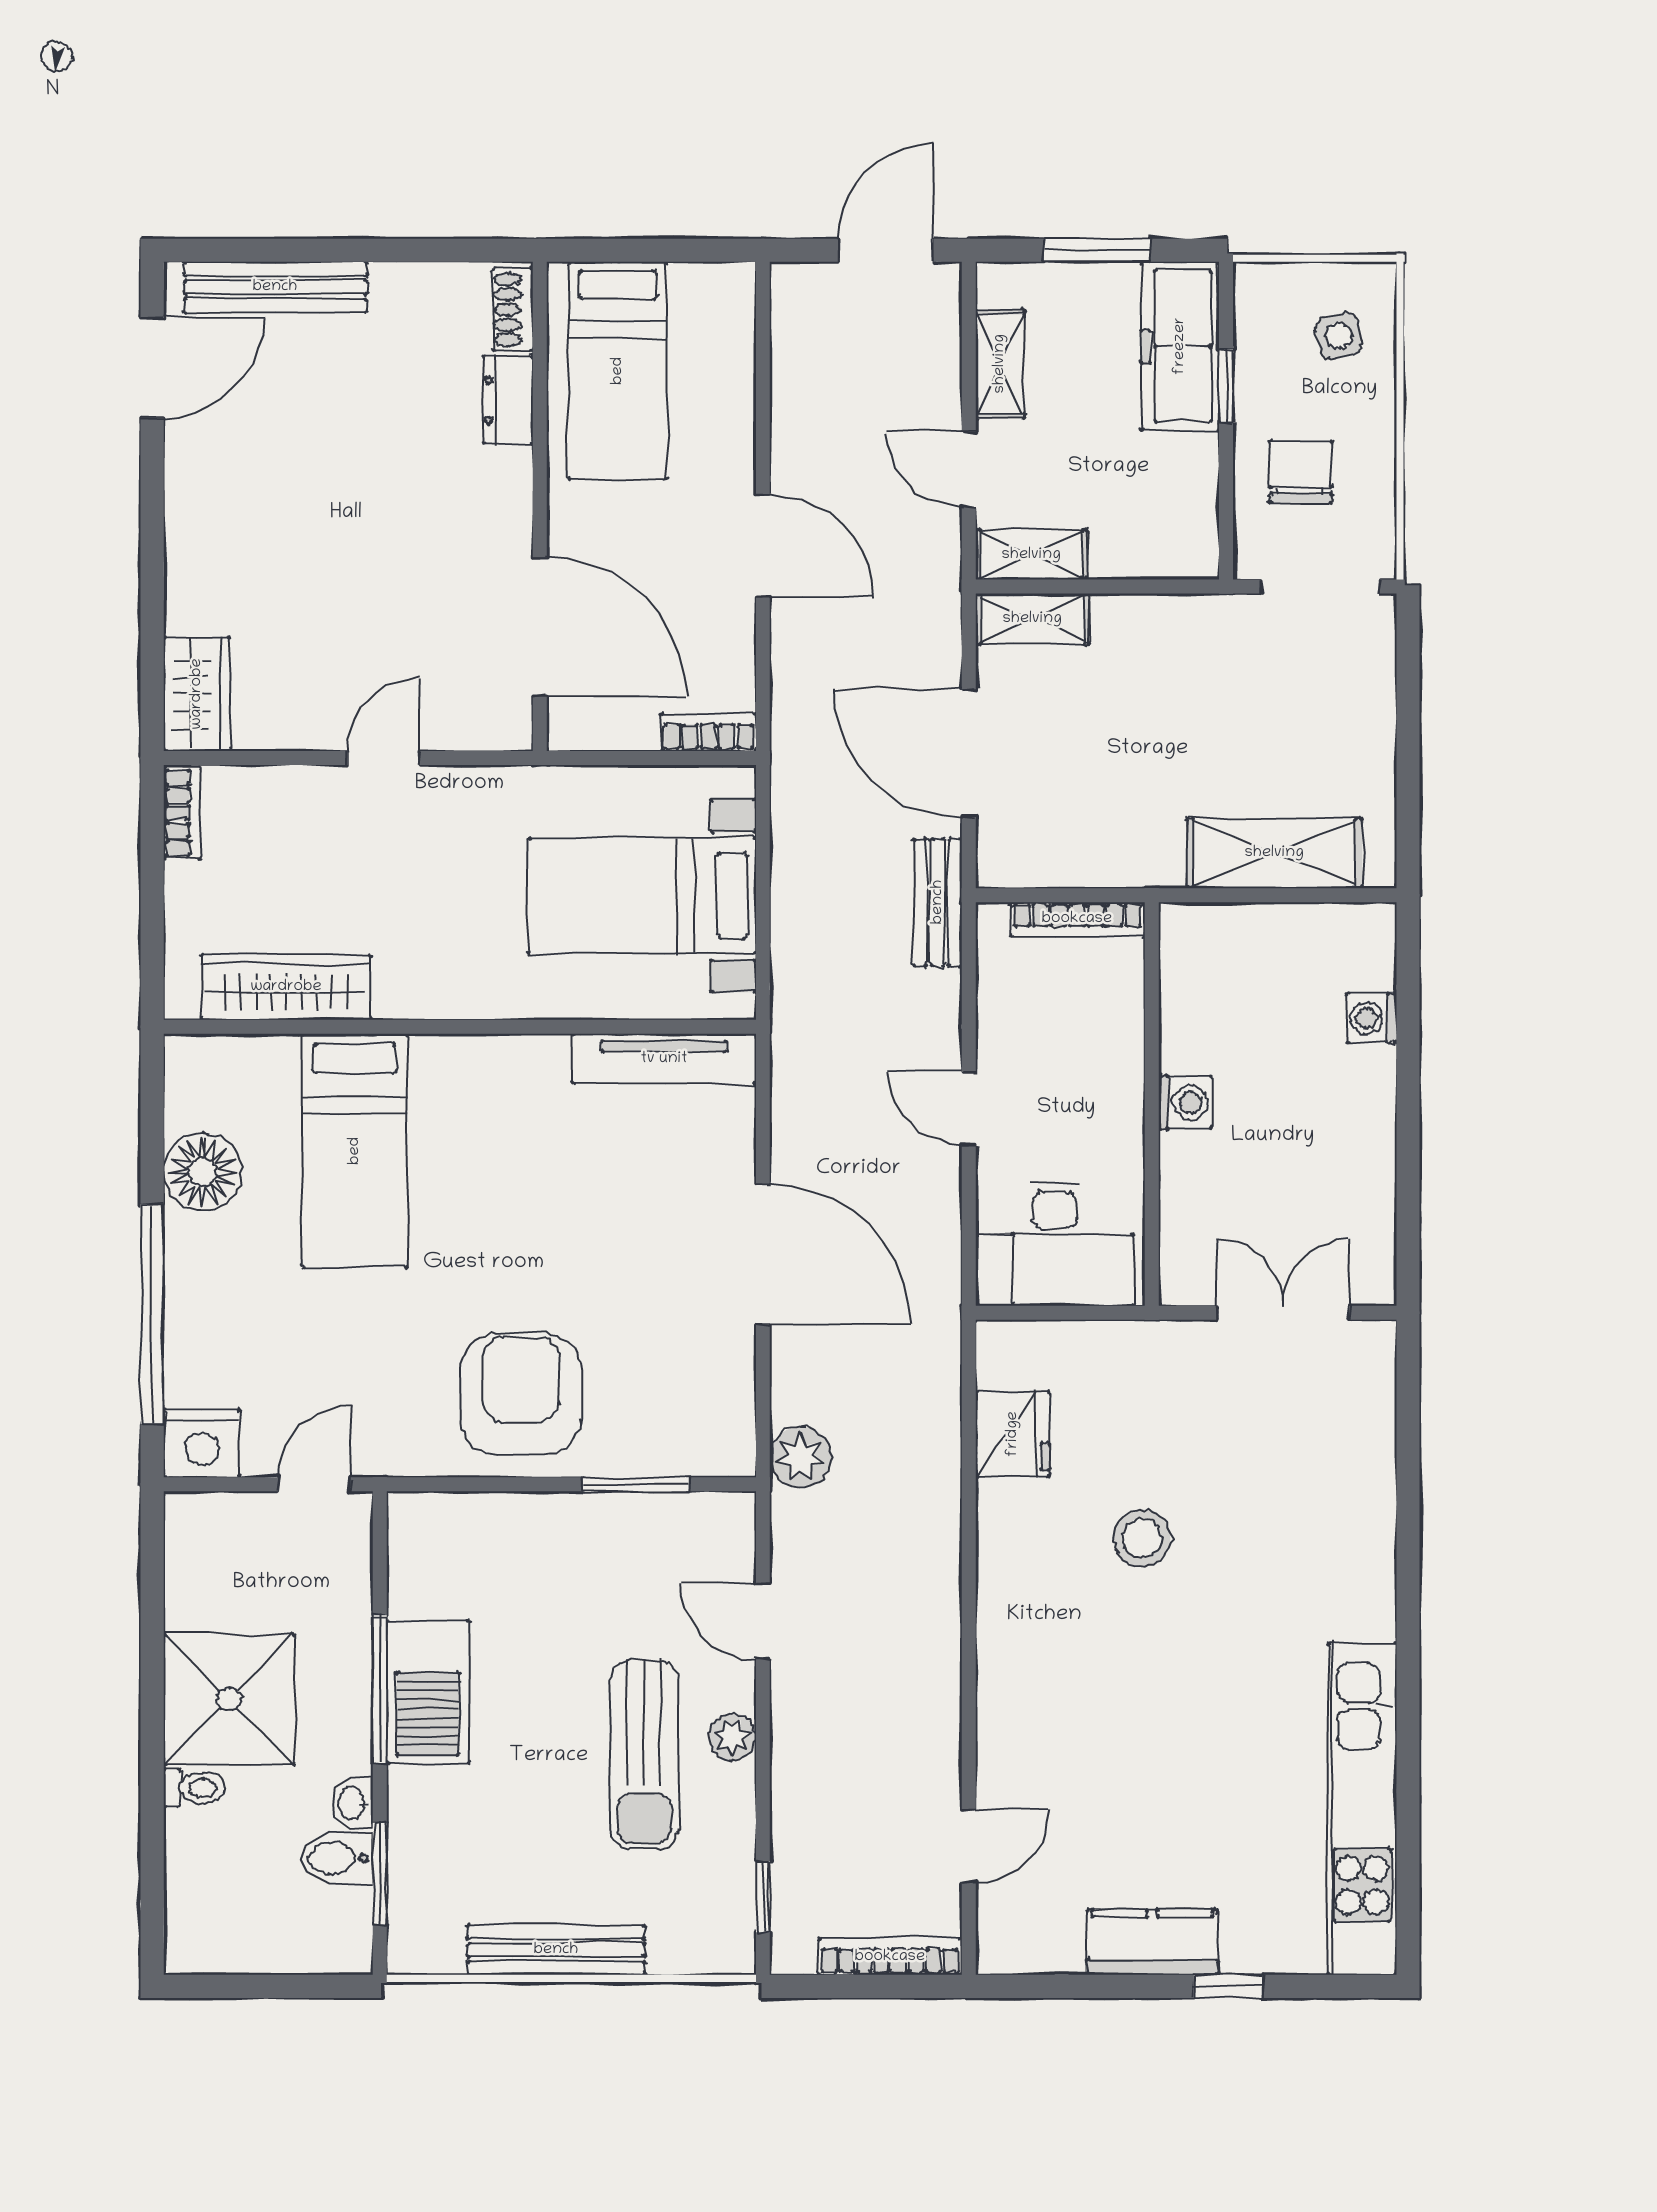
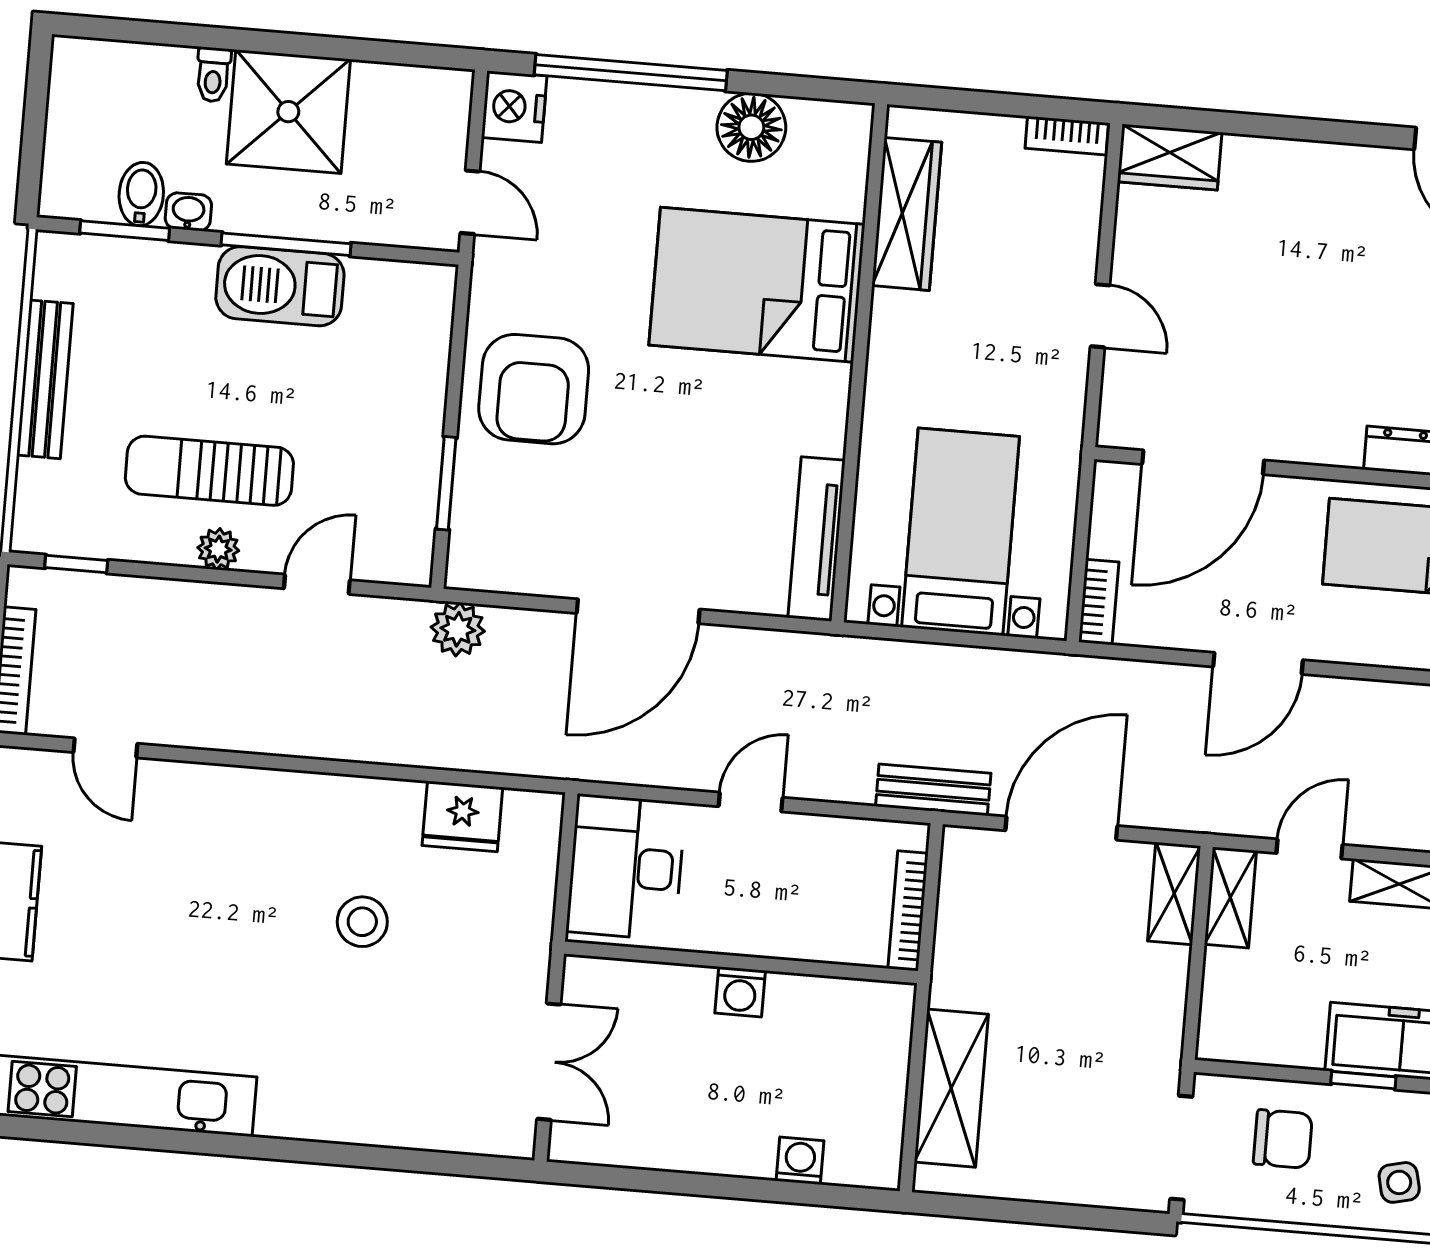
bed: (355, 1151) -> (757, 285), width x1.50
armchair: (521, 1394) -> (534, 389), turned 90

